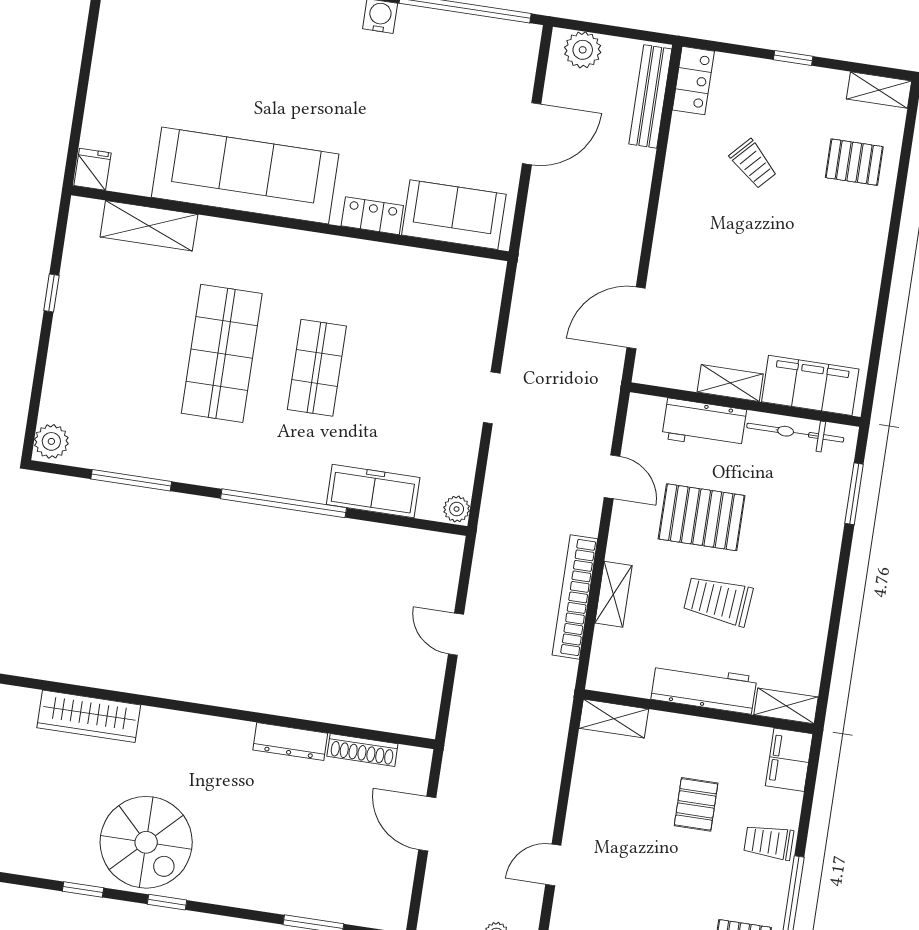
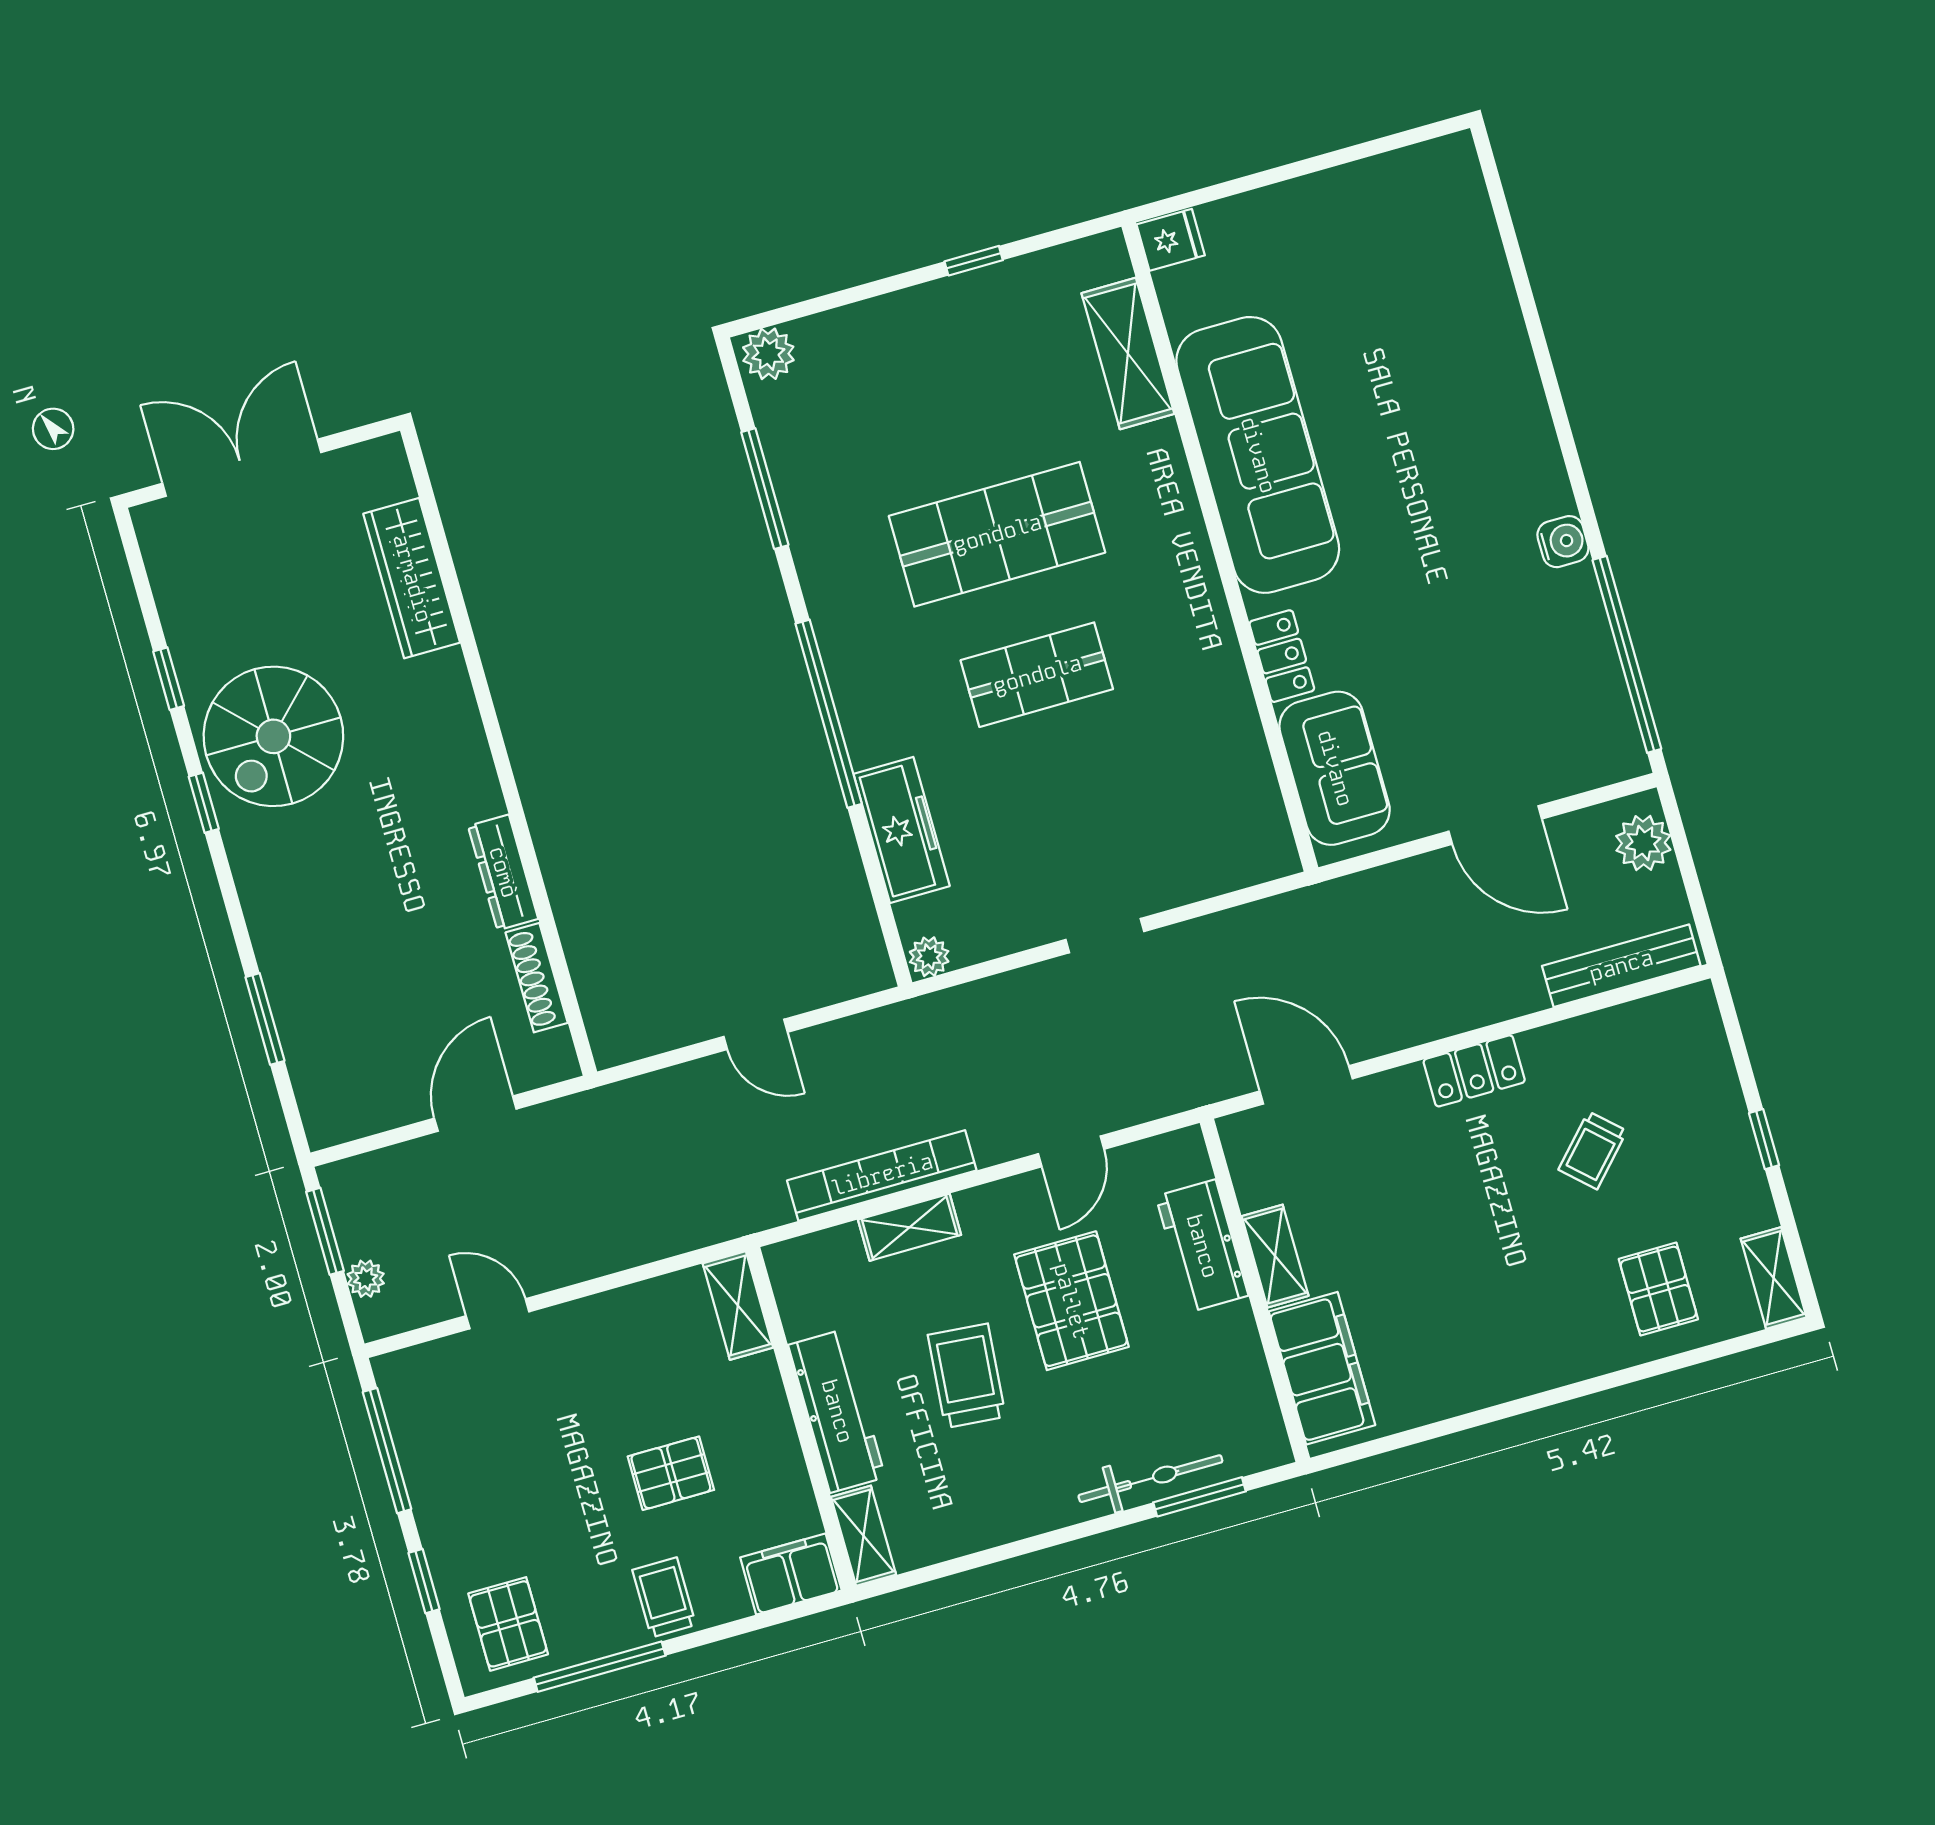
locker: (693, 81) -> (1474, 1071), moved
bicycle: (795, 433) -> (1150, 1479), moved, turned 90
door: (456, 634) -> (756, 1034), swing flipped

